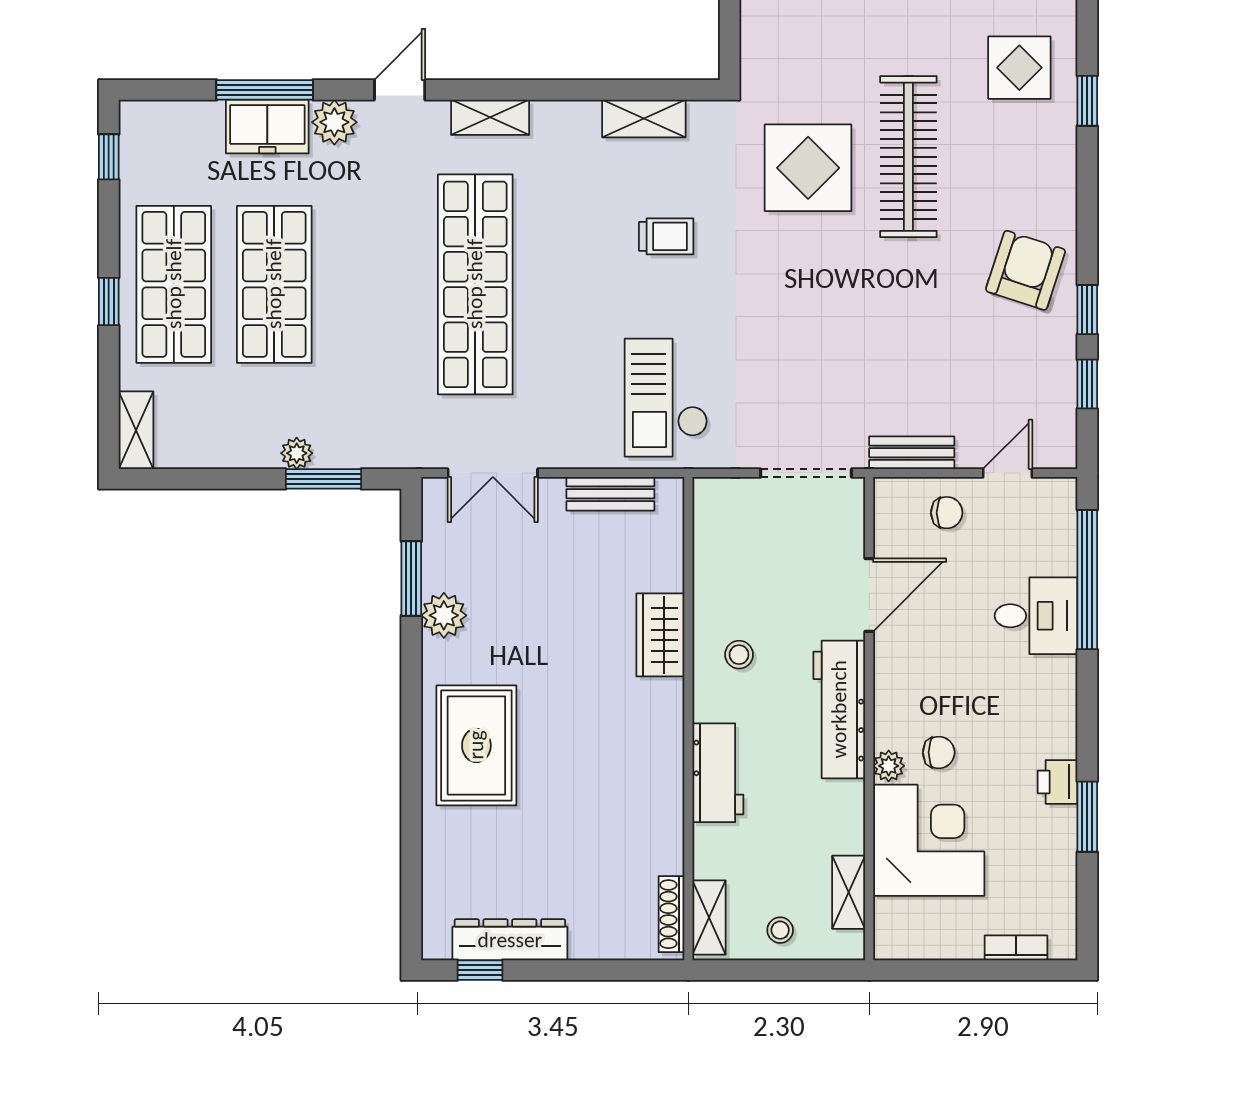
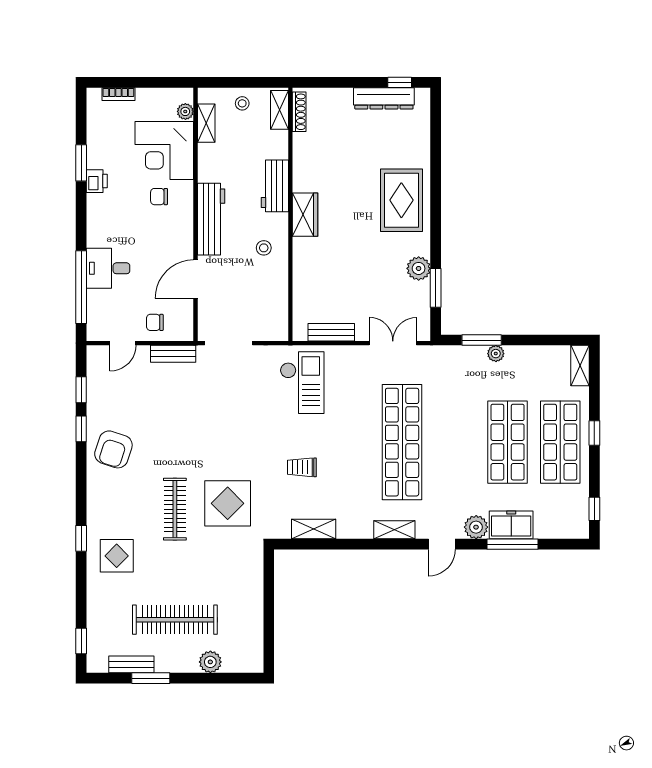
clothes rail: (908, 157) -> (175, 509), width x0.73, depth x0.76
wardrobe: (660, 635) -> (305, 215), moved
plant: (889, 766) -> (185, 111), moved

